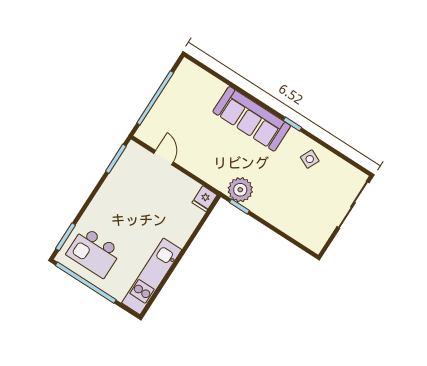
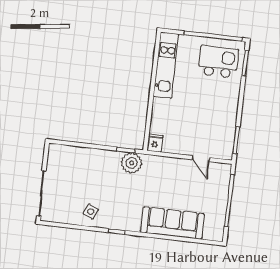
sofa: (252, 119) -> (173, 223), moved

